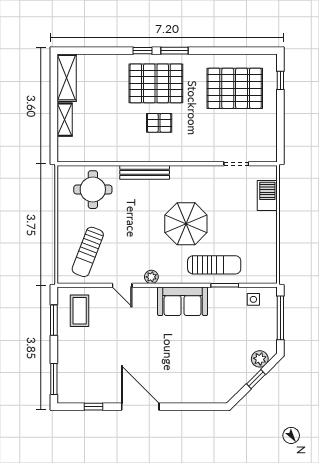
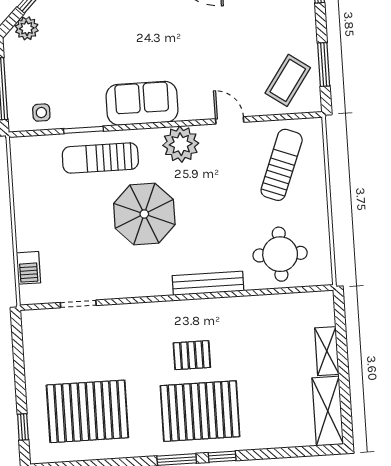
barbecue: (267, 195) -> (28, 268), width x0.73, depth x0.79
plant: (151, 277) -> (181, 144), width x1.87, depth x1.87
coffee table: (80, 311) -> (288, 80), turned 35

